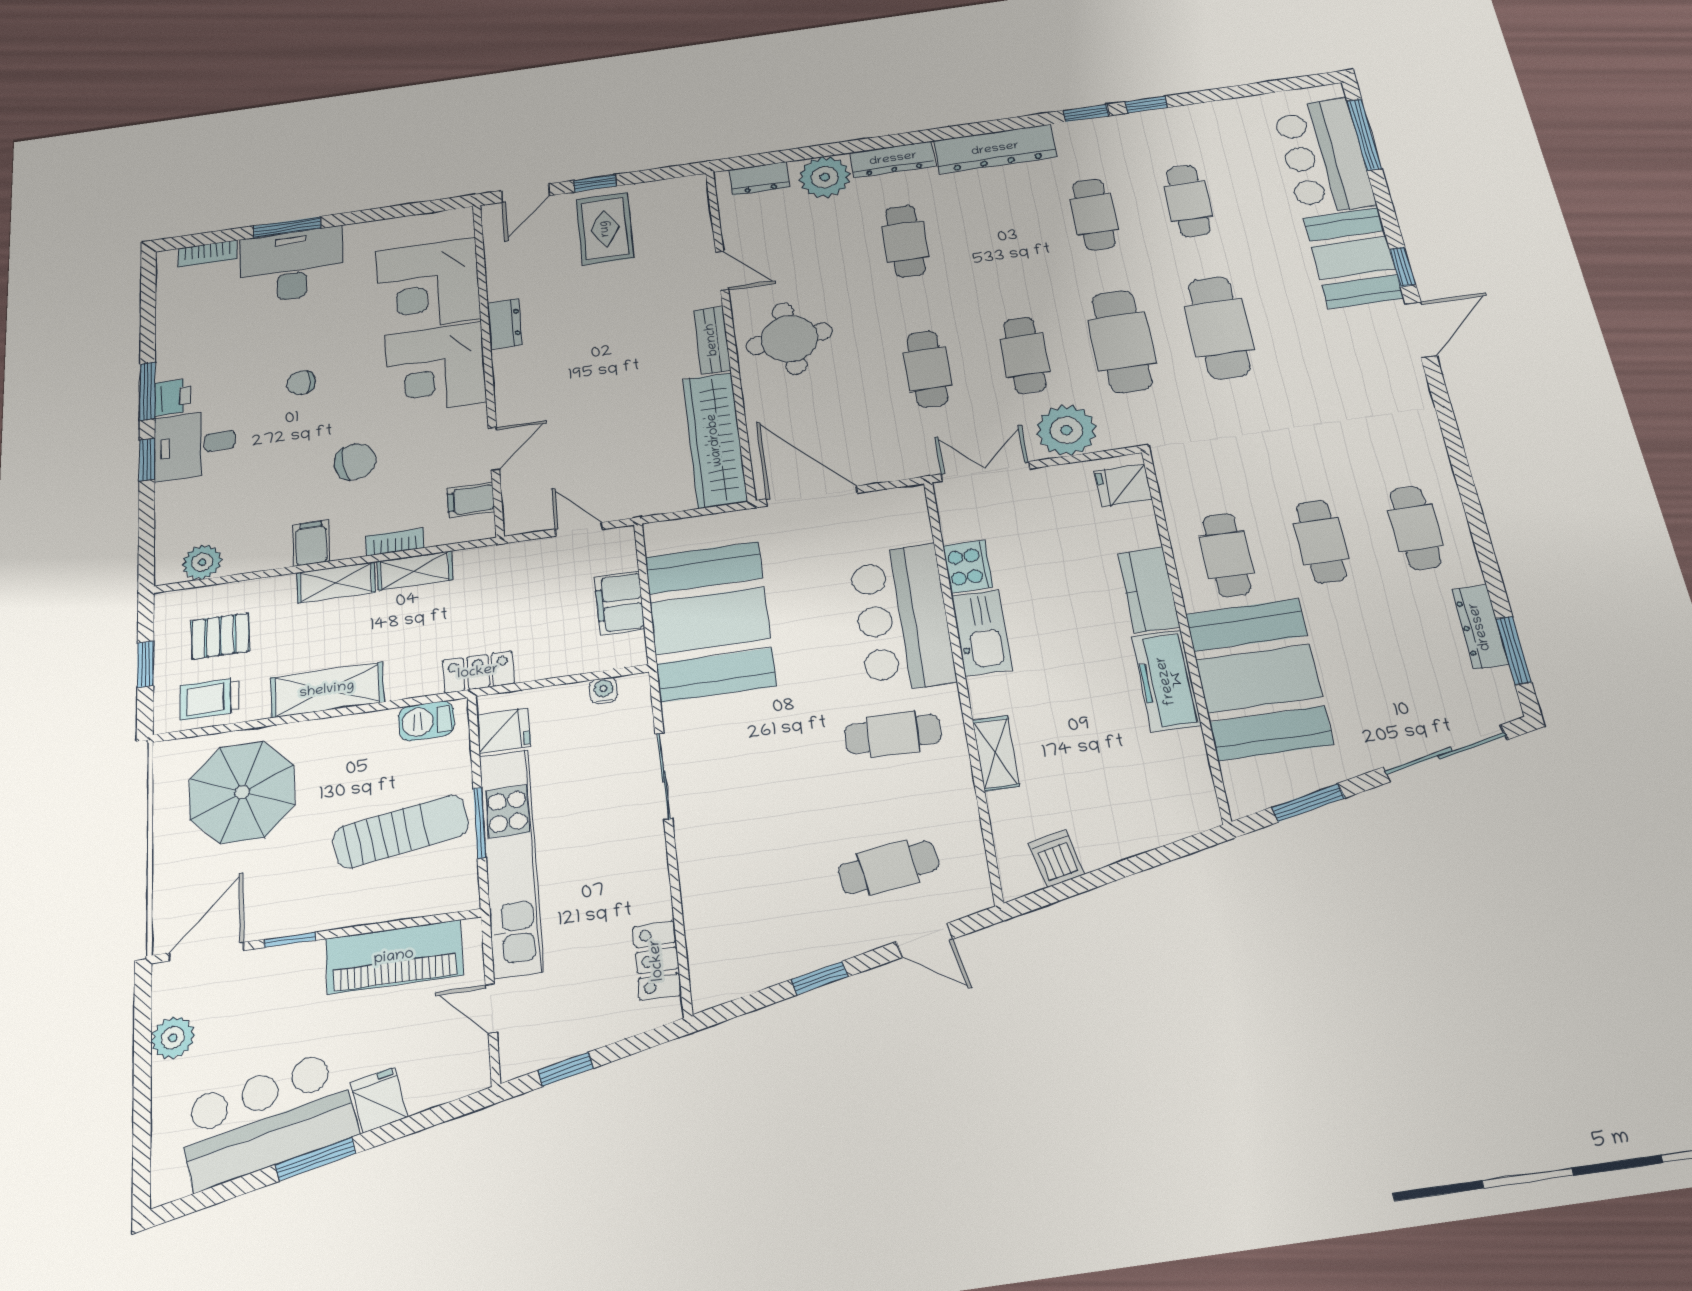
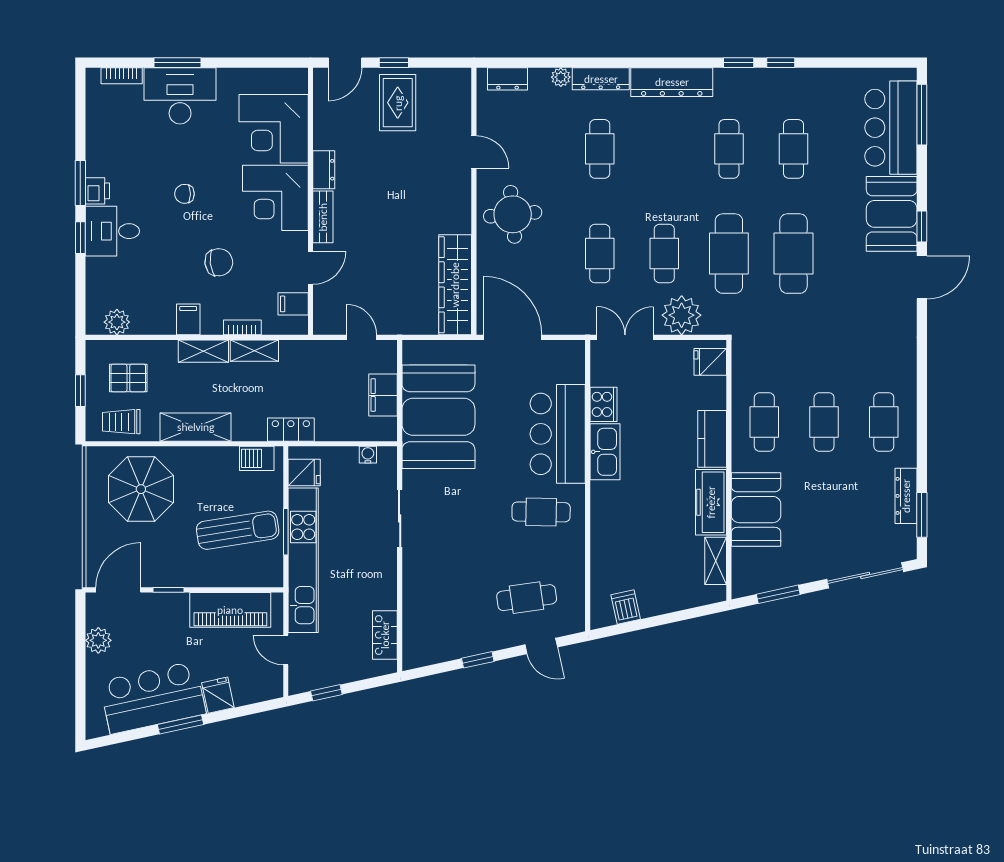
plant: (825, 177) -> (561, 77), width x0.53, depth x0.53
bench: (712, 340) -> (323, 217), moved
booth: (1259, 678) -> (756, 510), width x0.73, depth x0.70
shelving: (996, 753) -> (716, 561), moved

